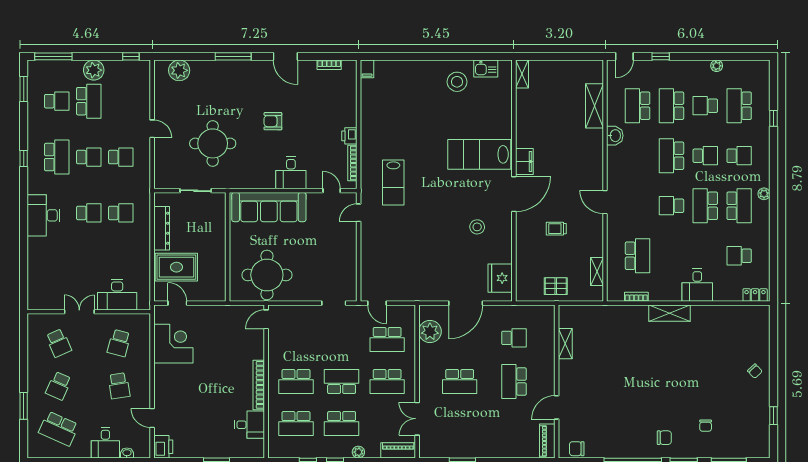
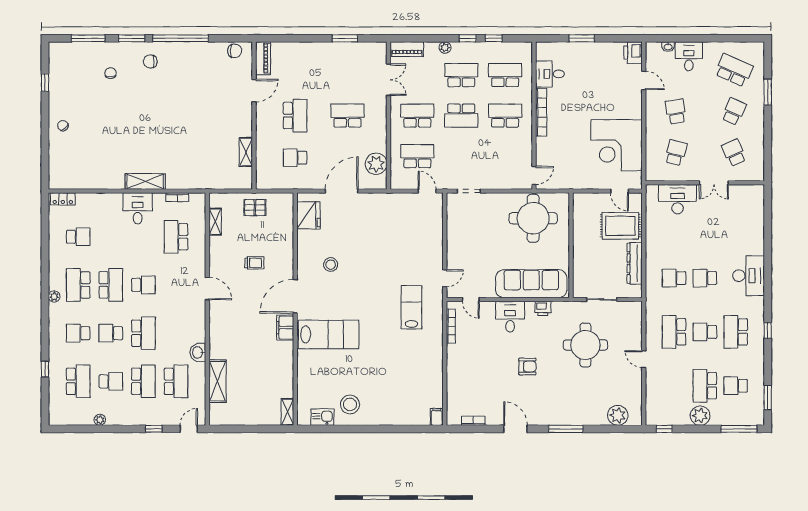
printer: (349, 136) -> (543, 308), moved, turned 90
school desk: (121, 157) -> (674, 332), width x1.85
desk: (697, 285) -> (138, 208), moved
corner desk: (173, 344) -> (616, 145), width x1.36, depth x1.36

